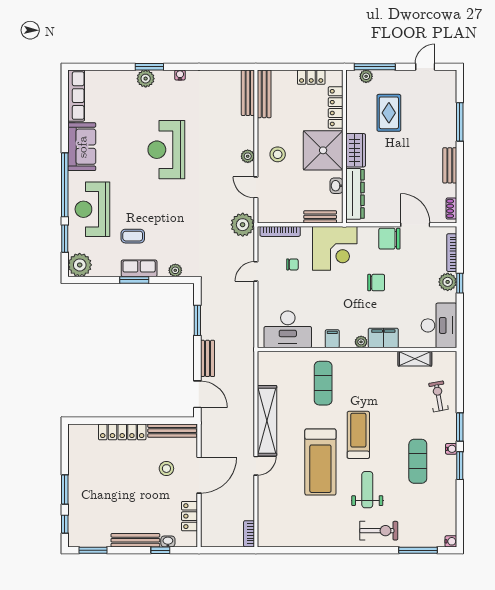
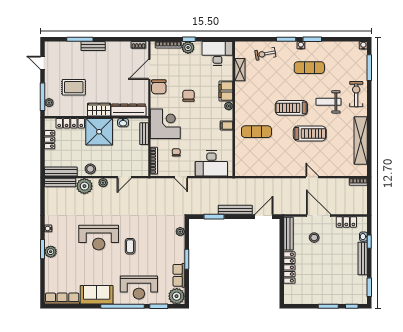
stool: (278, 154) -> (90, 169), moved
bench: (450, 165) -> (93, 46), moved
plant: (243, 225) -> (84, 186), moved
coffee table: (133, 236) -> (130, 246), moved
row of seats: (139, 268) -> (179, 275), moved
desk: (288, 329) -> (211, 163), moved, turned 90
bench: (208, 358) -> (235, 210), width x1.36
shelving: (267, 421) -> (361, 140), moved, turned 90
treadmill: (320, 462) -> (310, 133), width x0.73, depth x0.73

